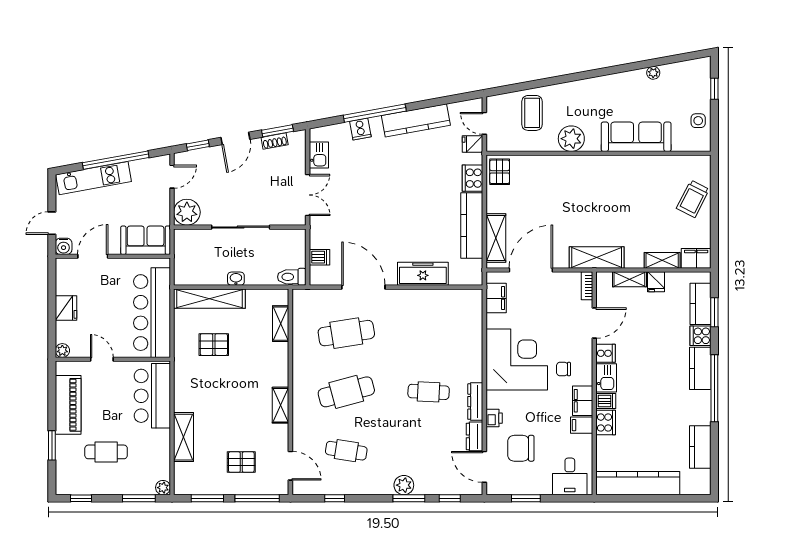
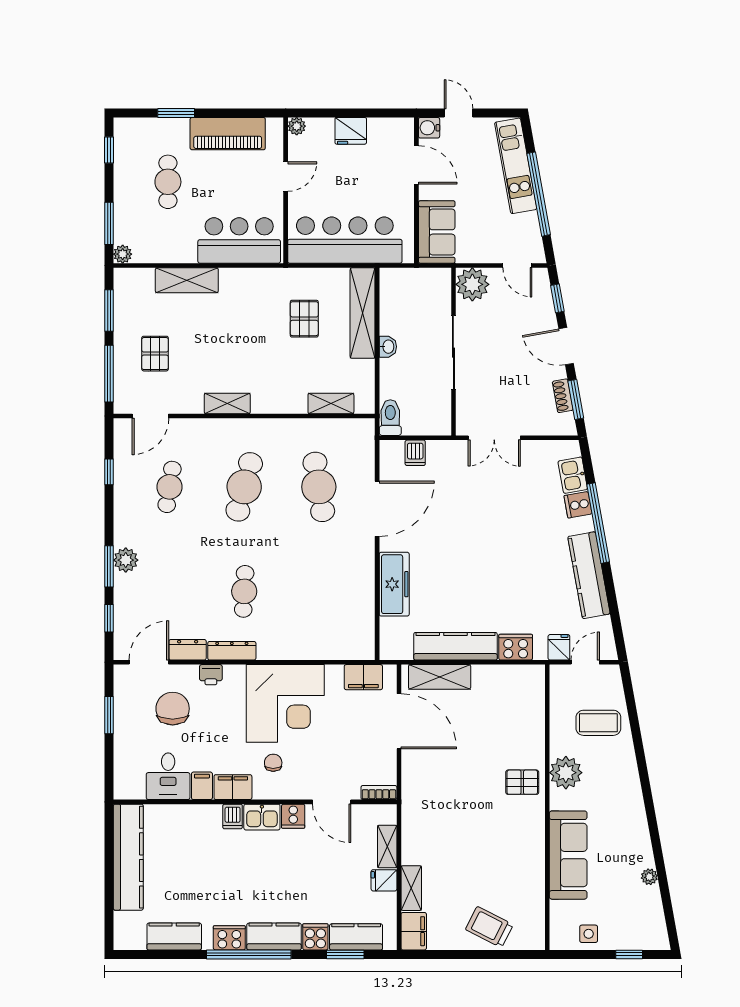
kitchen sink: (319, 155) -> (573, 475), moved, turned 80
pallet: (500, 172) -> (522, 782), moved
shelving: (597, 257) -> (415, 805), removed
cafe table: (346, 392) -> (244, 487), turned 30
cooker: (606, 423) -> (229, 938), moved, turned 180
desk: (570, 476) -> (168, 776), moved, turned -90

